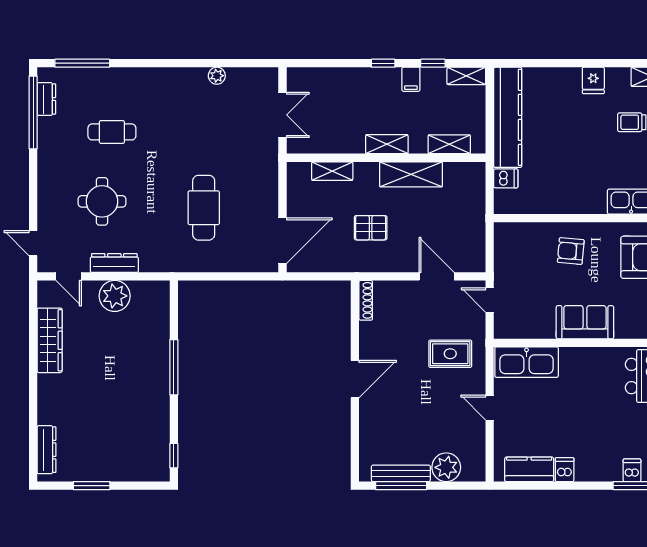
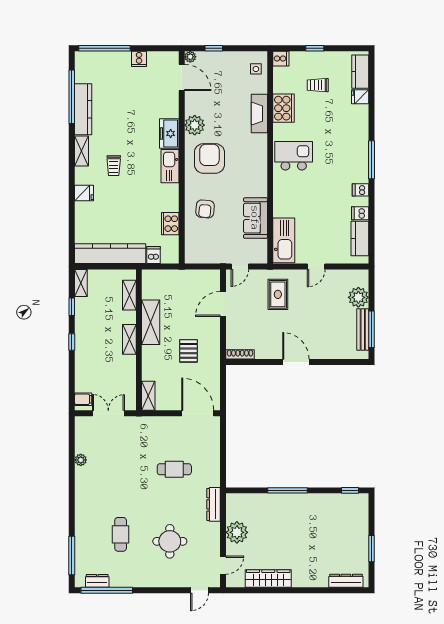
filing cabinet: (411, 79) -> (83, 399), moved
shelving: (332, 171) -> (148, 396), moved
cooker: (550, 202) -> (170, 224), added
cafe table: (204, 208) -> (174, 469), width x0.73, depth x0.74
dresser: (114, 263) -> (214, 504), moved
sofa: (585, 322) -> (255, 218), moved
dishwasher: (632, 470) -> (360, 190), moved

